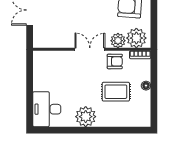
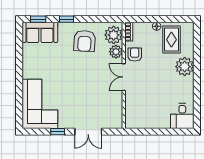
rug: (116, 92) -> (171, 40), moved
desk: (47, 109) -> (182, 116), width x0.73
plant: (86, 117) -> (185, 67), moved

